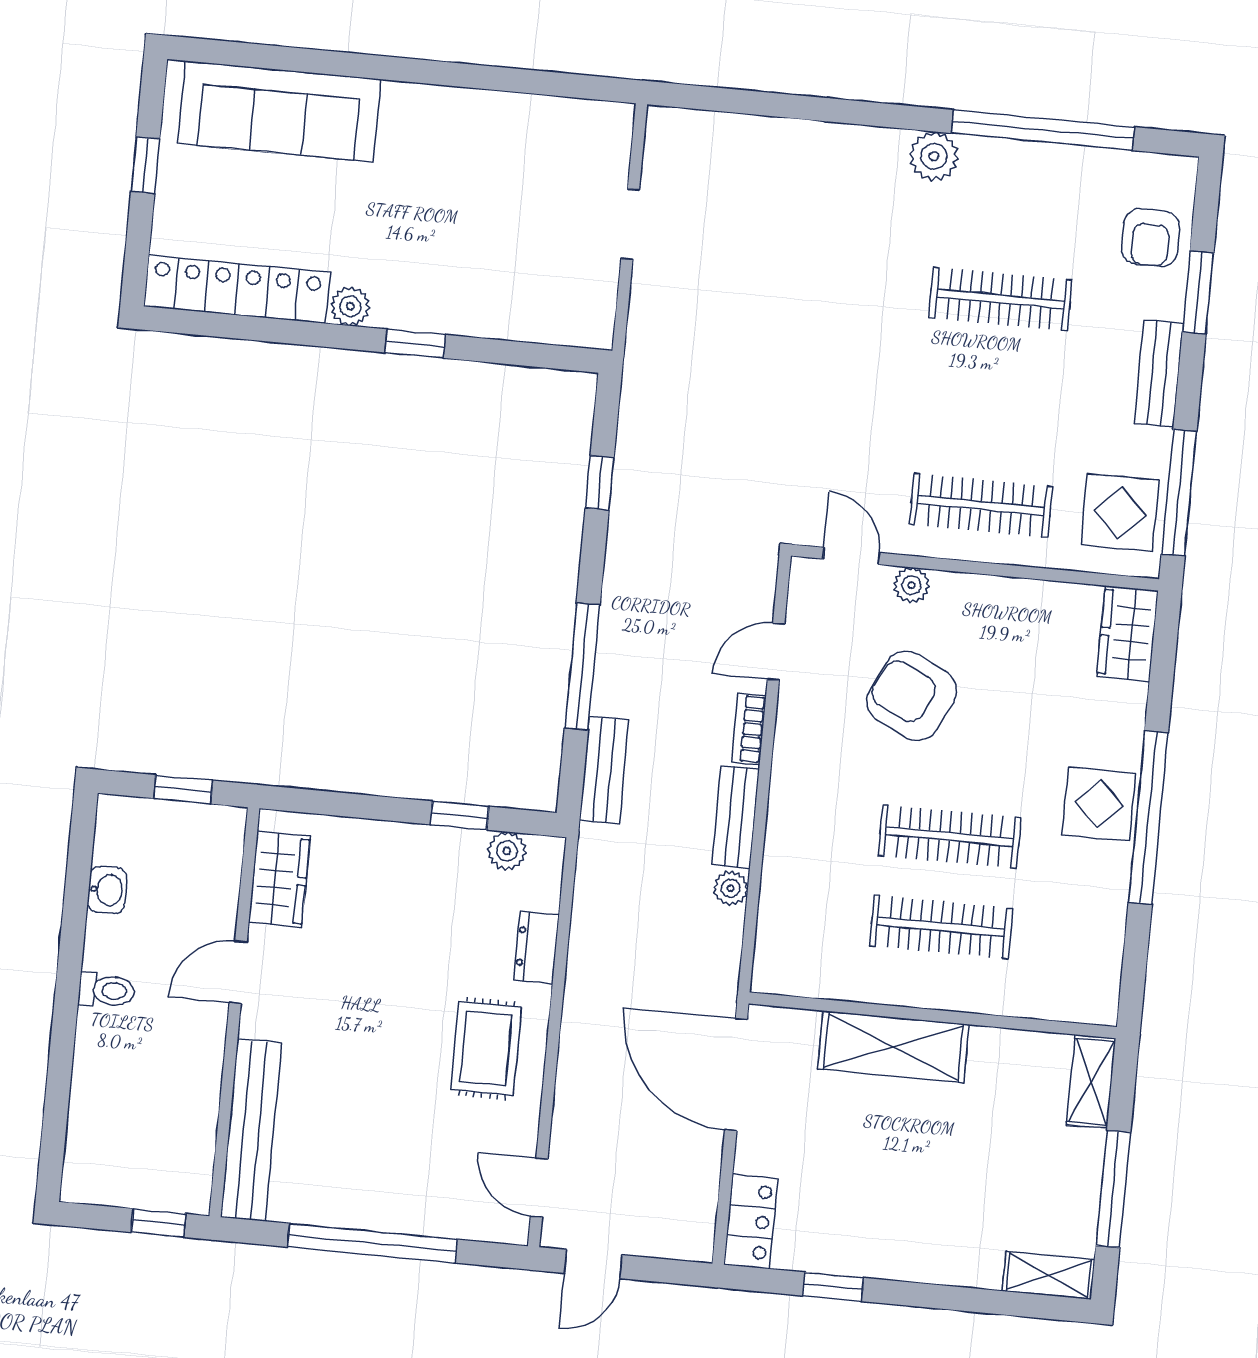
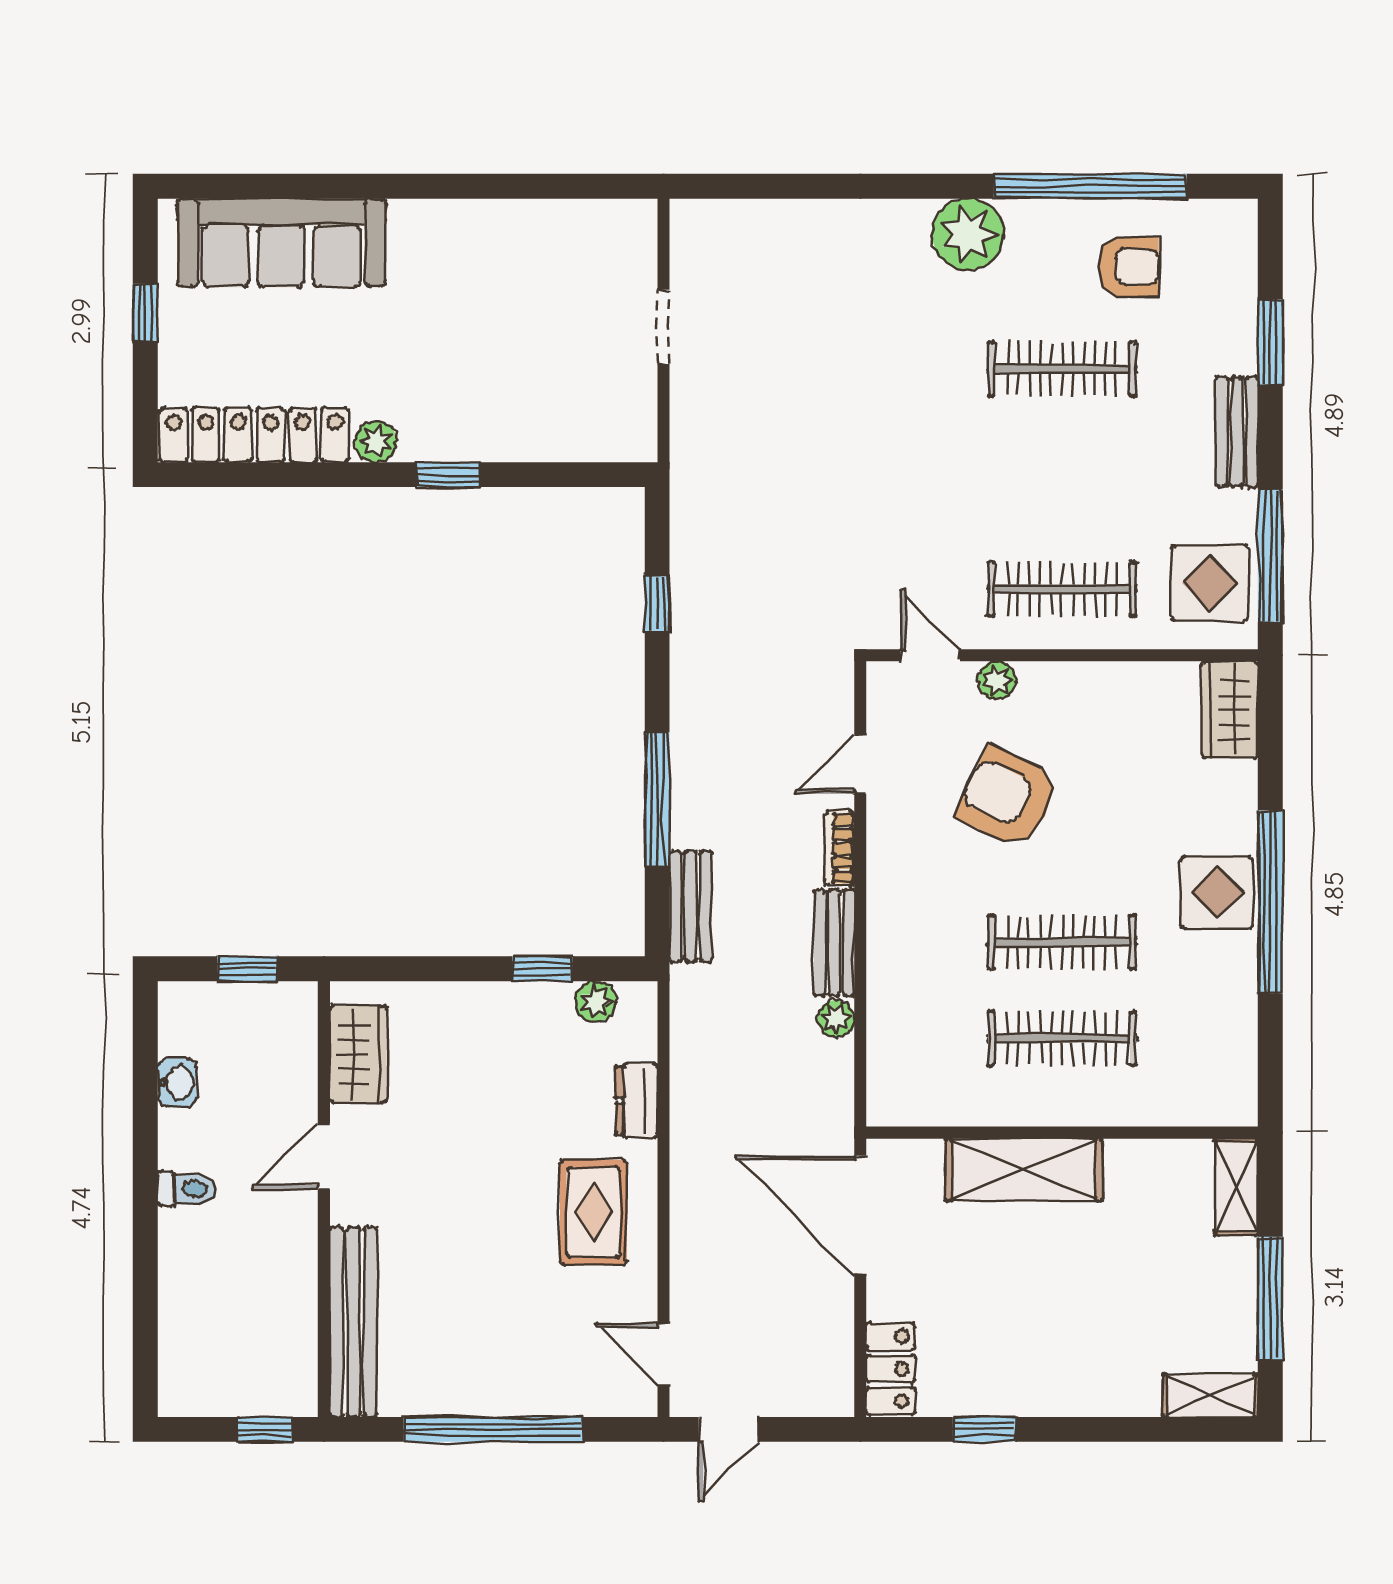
plant: (934, 156) -> (968, 234), width x1.36, depth x1.36
armchair: (1151, 238) -> (1129, 267), moved, turned -90

